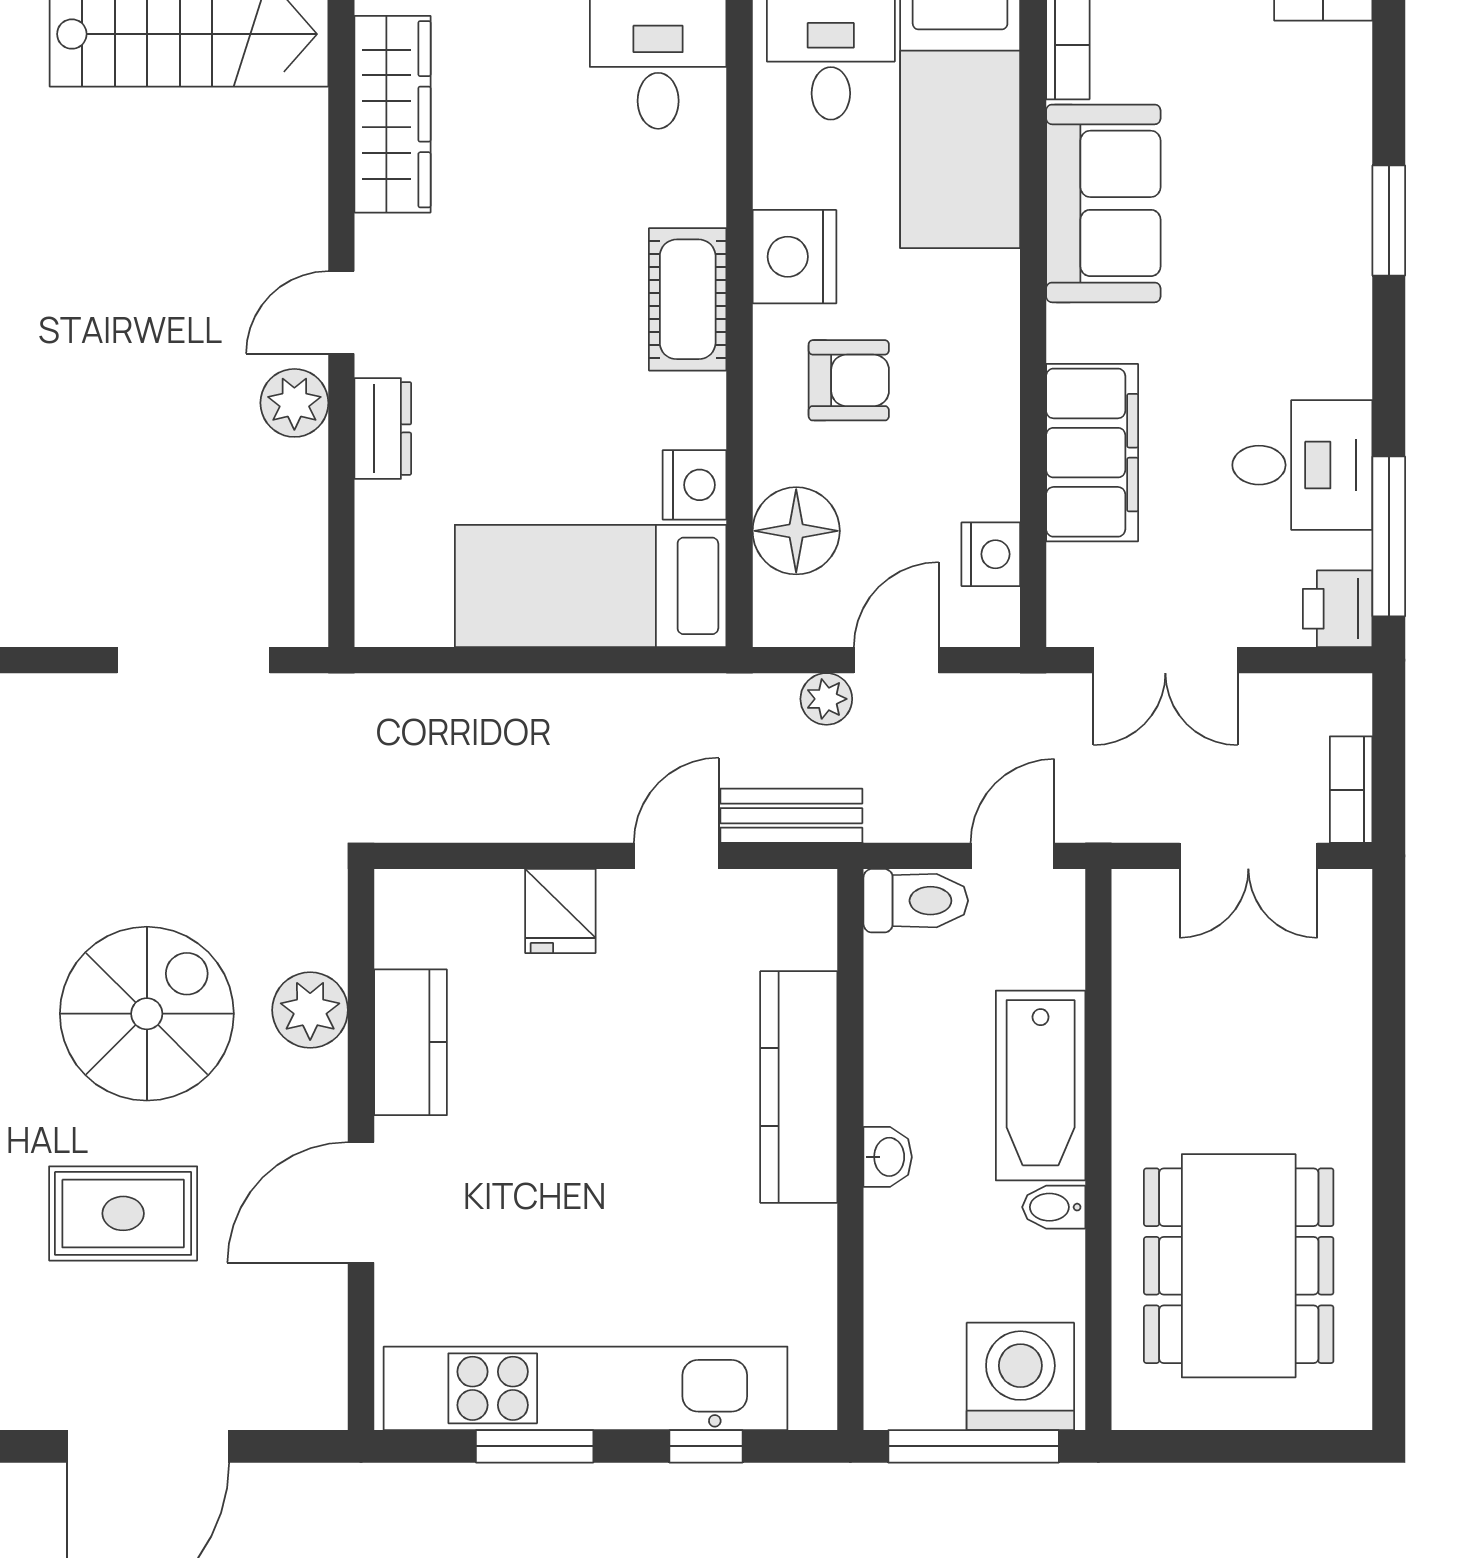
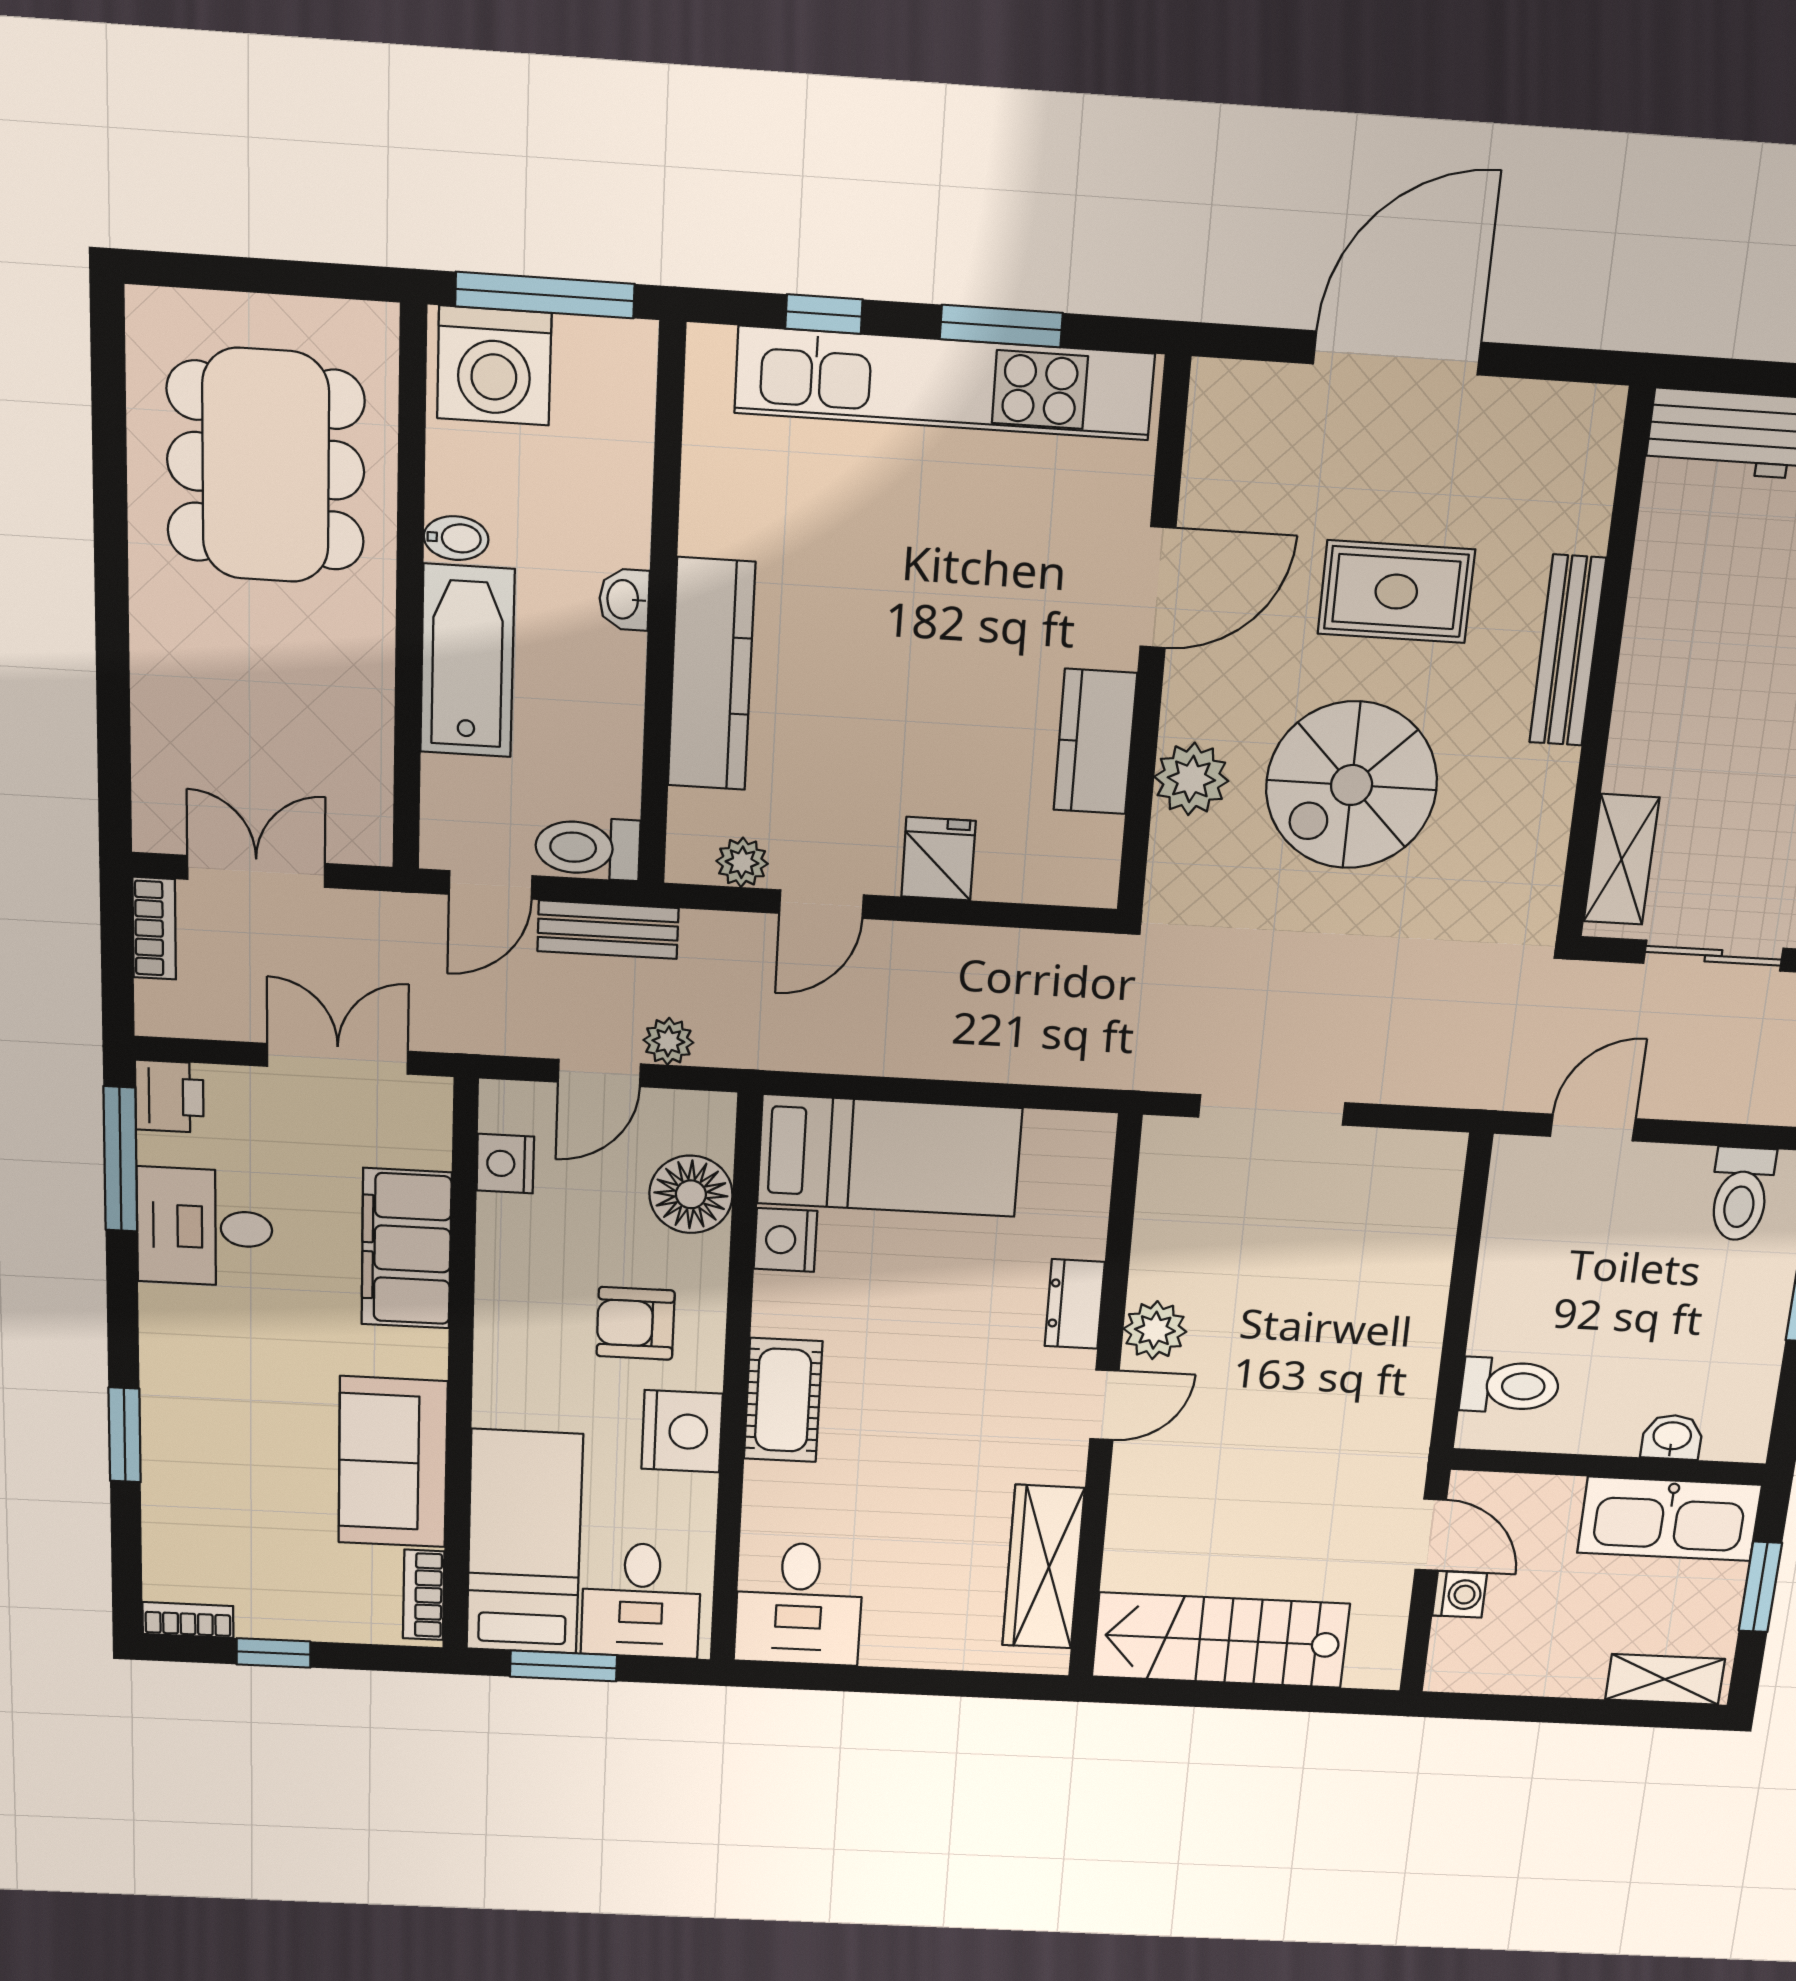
bench: (791, 816) -> (608, 930), moved
plant: (759, 895) -> (742, 862), added

